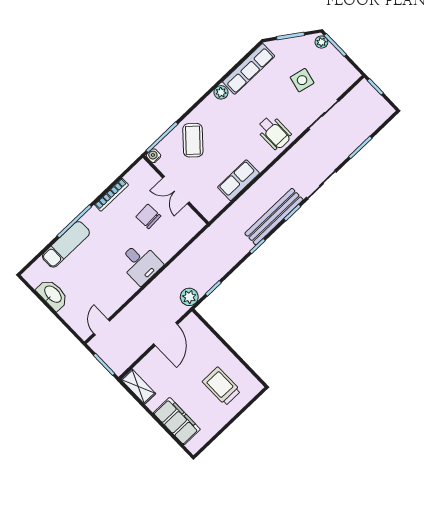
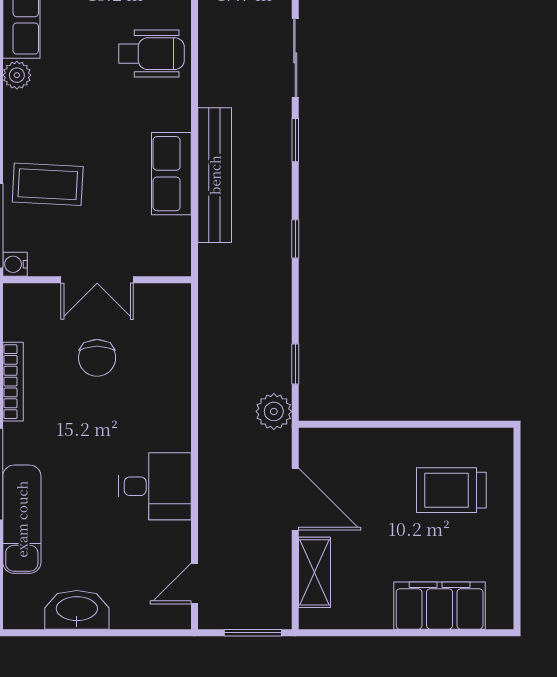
coffee table: (193, 140) -> (48, 184), turned -39
chair: (148, 216) -> (97, 358), turned -87
bench: (274, 217) -> (215, 175), moved
desk: (140, 263) -> (155, 486), moved
door: (102, 327) -> (194, 584), hinge flipped
shelving: (138, 386) -> (314, 572), moved, turned 90

